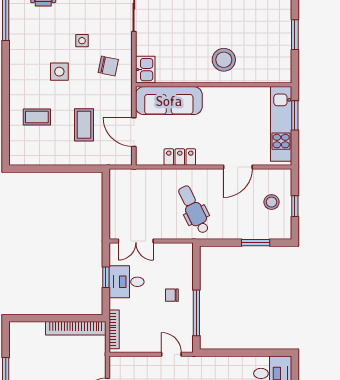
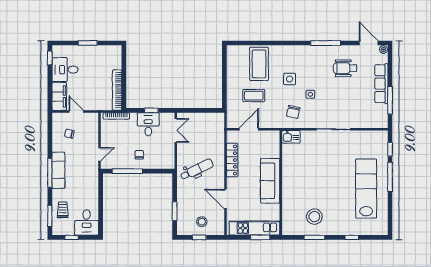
stool: (224, 60) -> (314, 217), moved
sofa: (169, 101) -> (270, 181), moved
coffee table: (37, 117) -> (259, 64), width x1.86, depth x1.72
locker: (180, 157) -> (232, 160), width x1.53
double door: (136, 241) -> (176, 130), swing flipped

